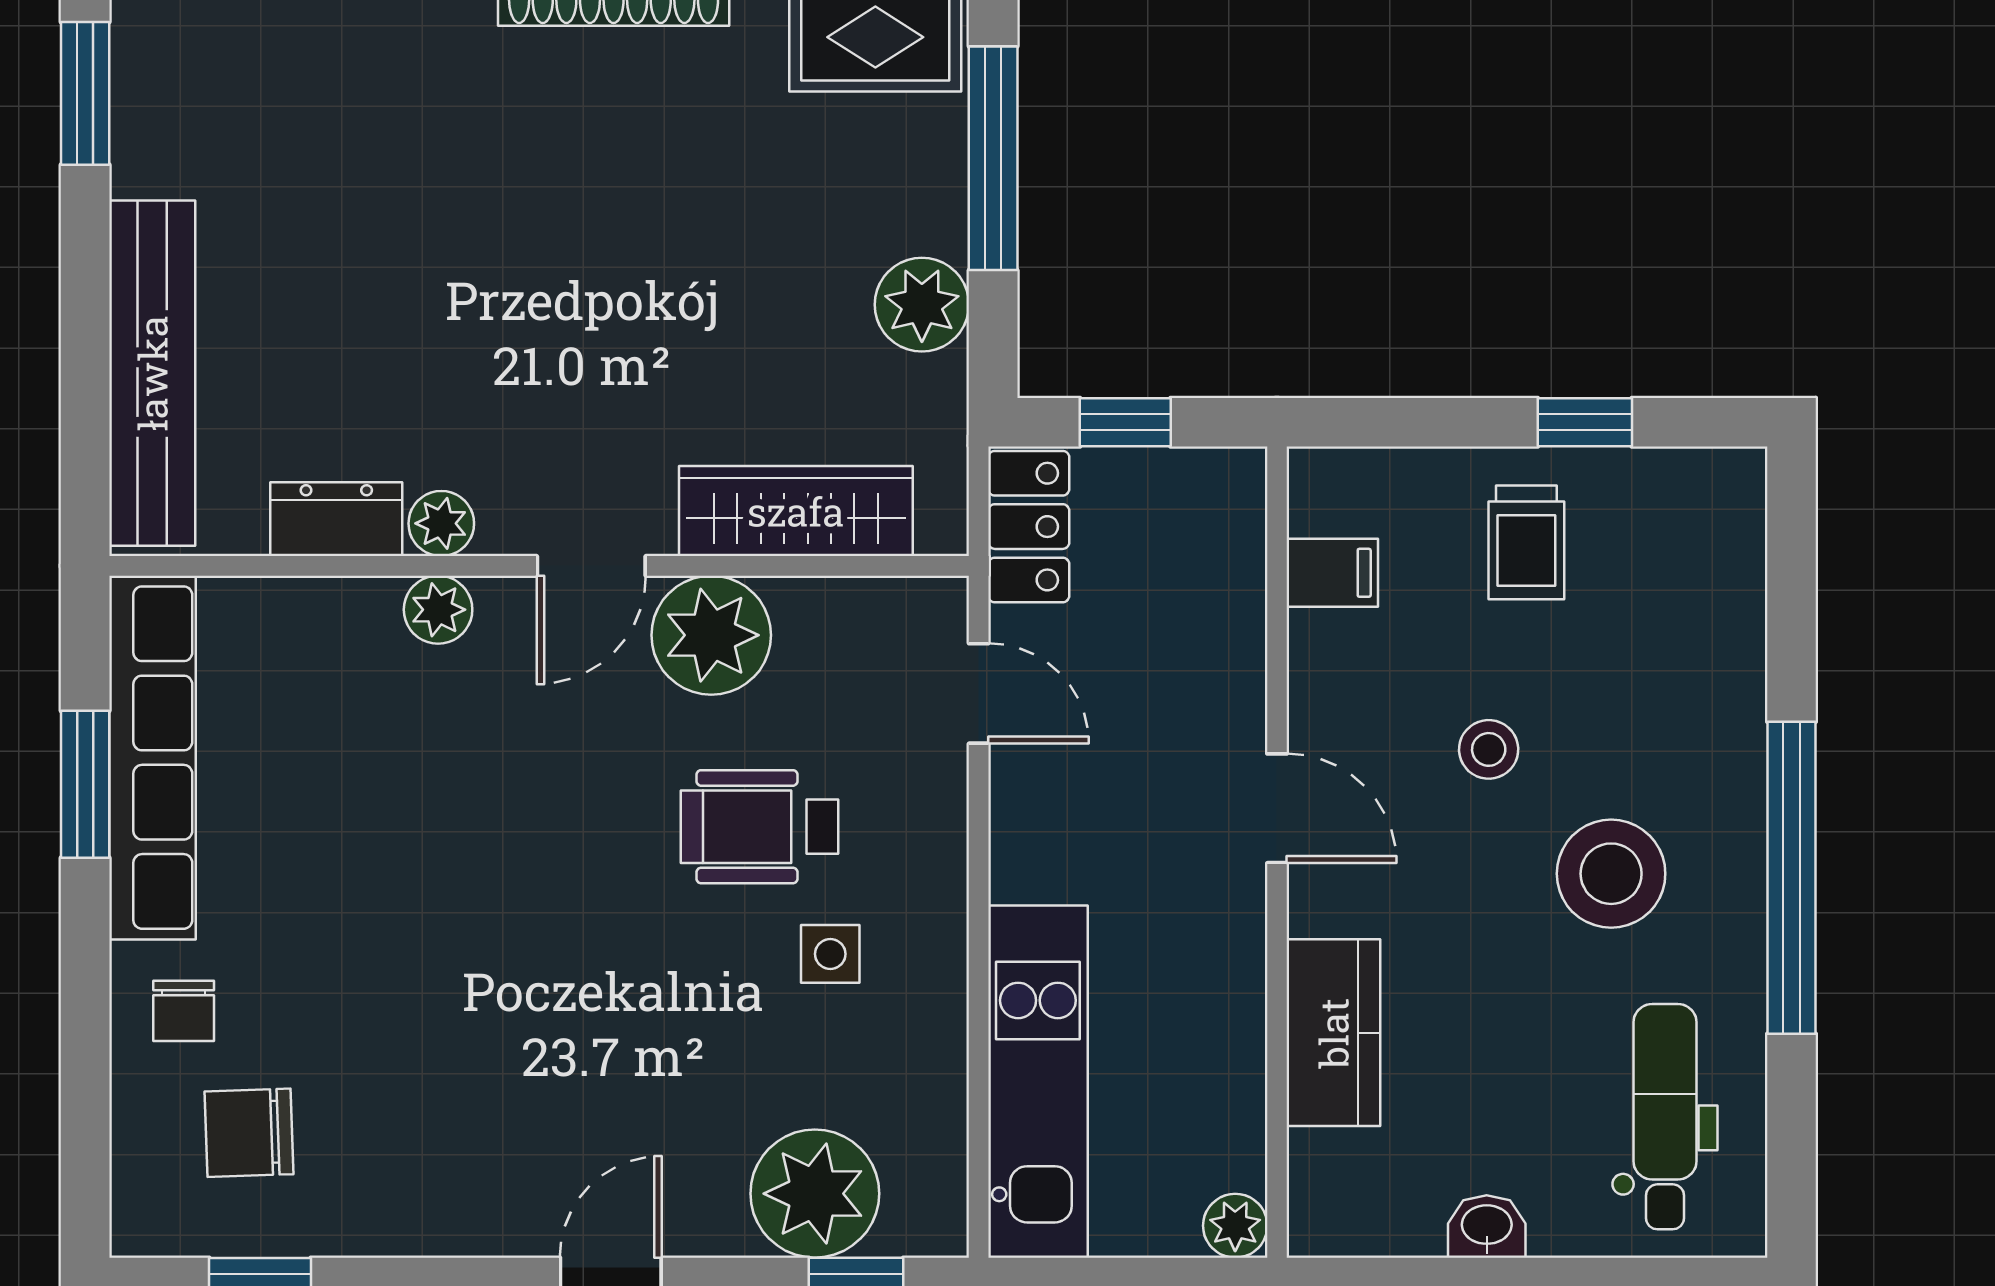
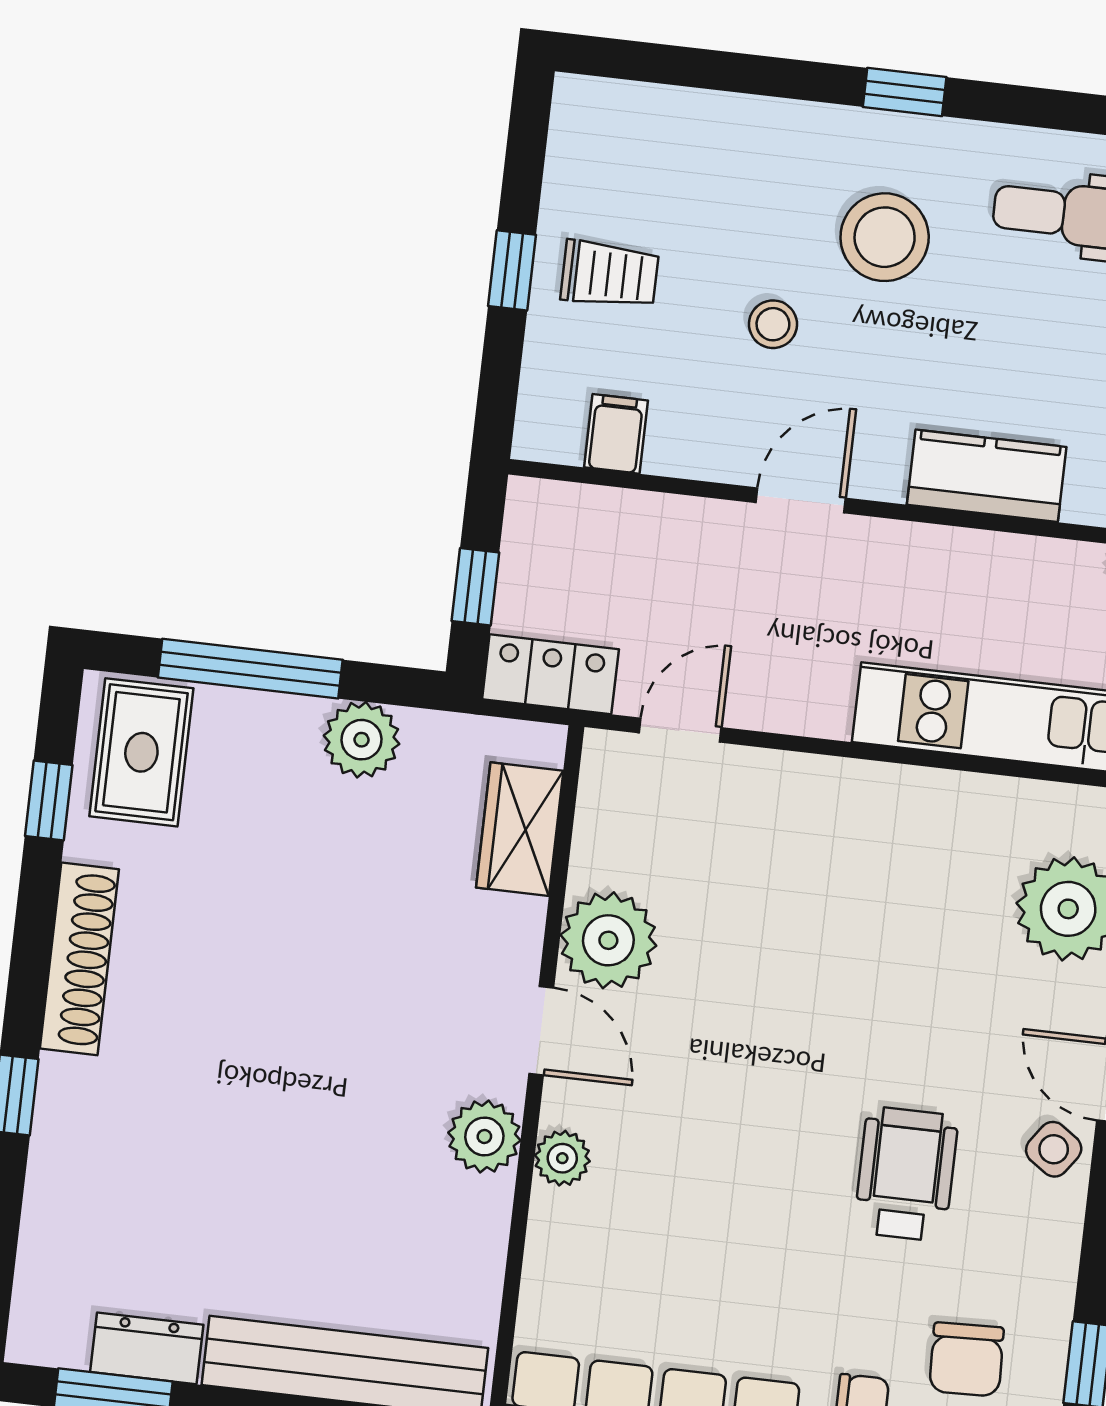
window: (1585, 422) -> (512, 270), moved
wardrobe: (796, 511) -> (520, 829), width x0.67
dresser: (336, 519) -> (147, 1348), moved, turned 90
plant: (441, 523) -> (484, 1136), width x1.38, depth x1.38
wheelchair: (760, 827) -> (906, 1174), moved, turned 180
window: (1791, 878) -> (905, 92), width x0.32
side table: (830, 954) -> (1054, 1149), moved, turned 35

